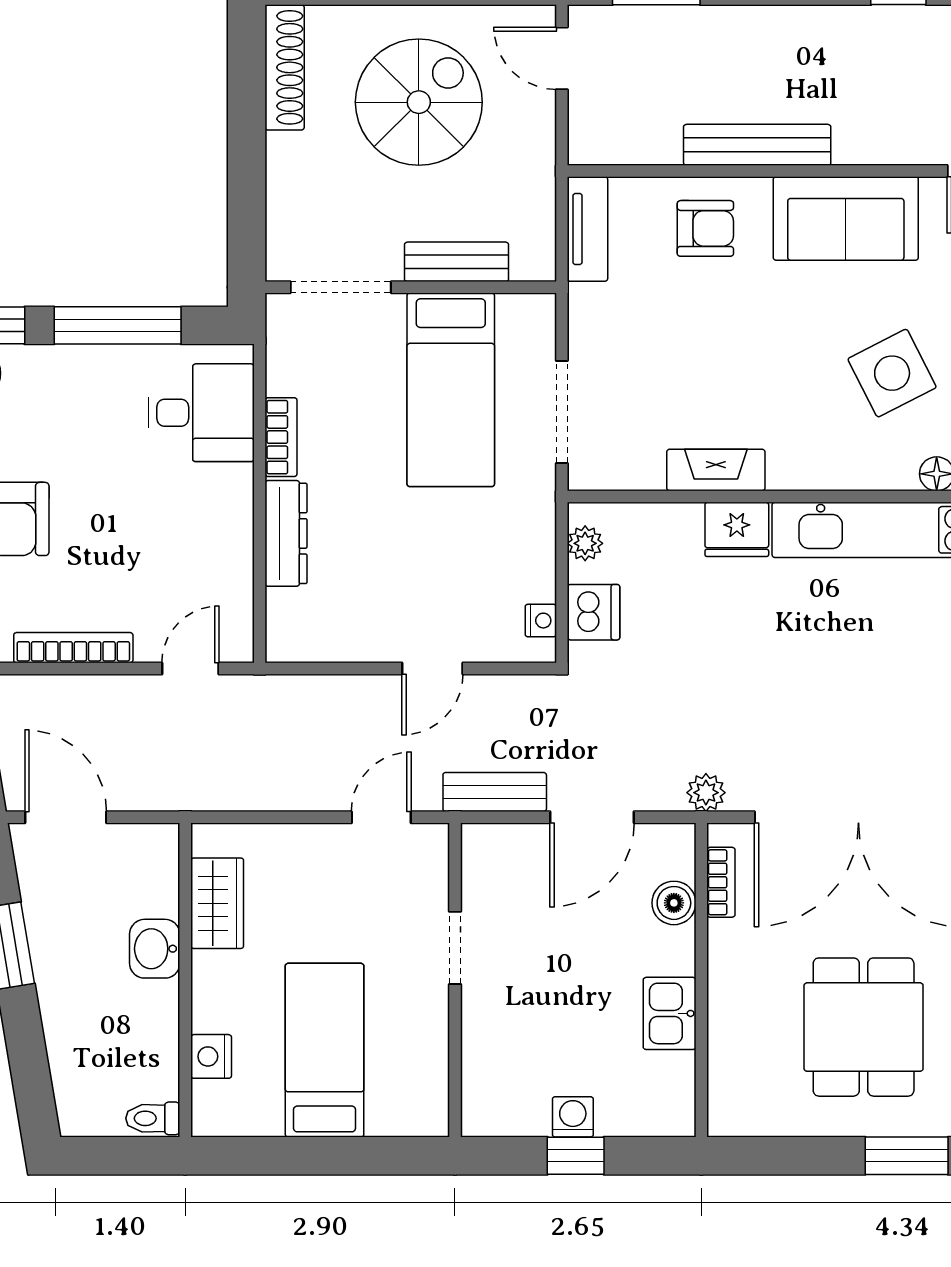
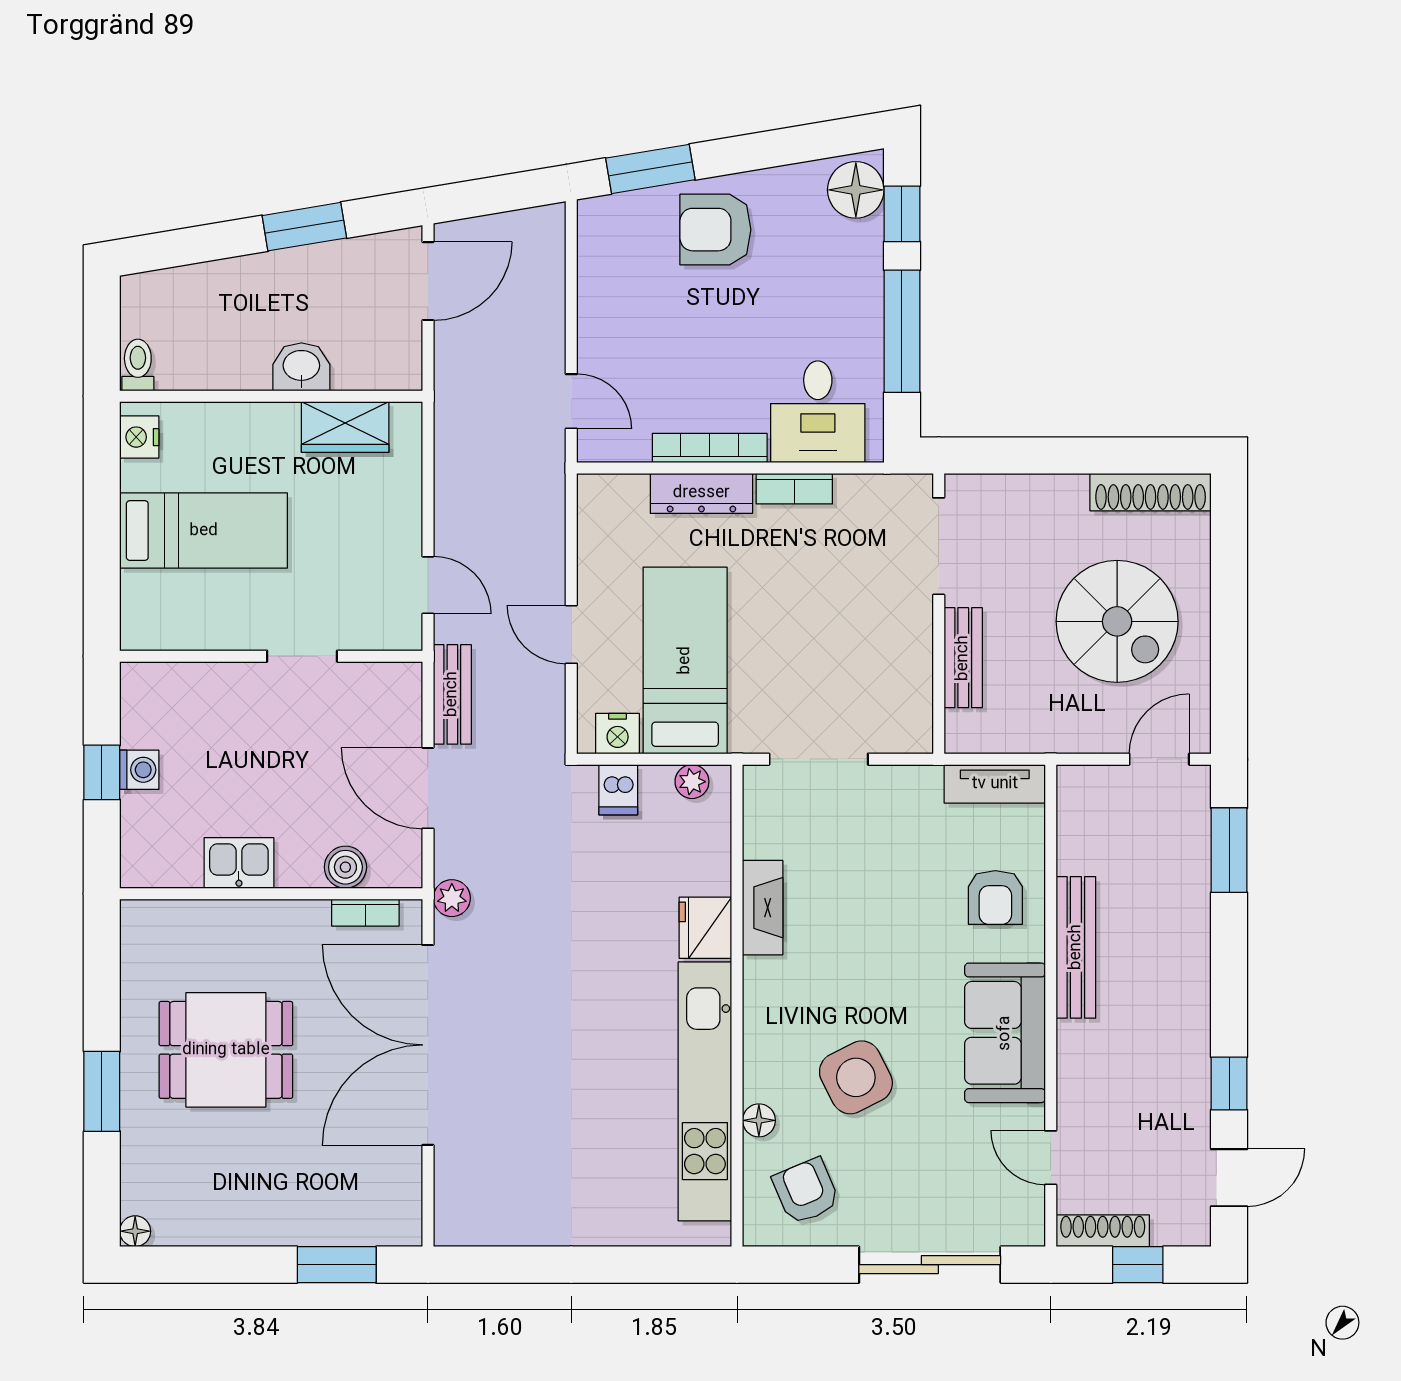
bed: (451, 390) -> (685, 660), moved, turned 90
dishwasher: (593, 612) -> (618, 790), width x0.73
nightstand: (541, 621) -> (618, 734), width x1.39, depth x1.35
bookcase: (73, 648) -> (710, 448), moved, turned -90
nightstand: (211, 1056) -> (139, 437), moved, turned -90

